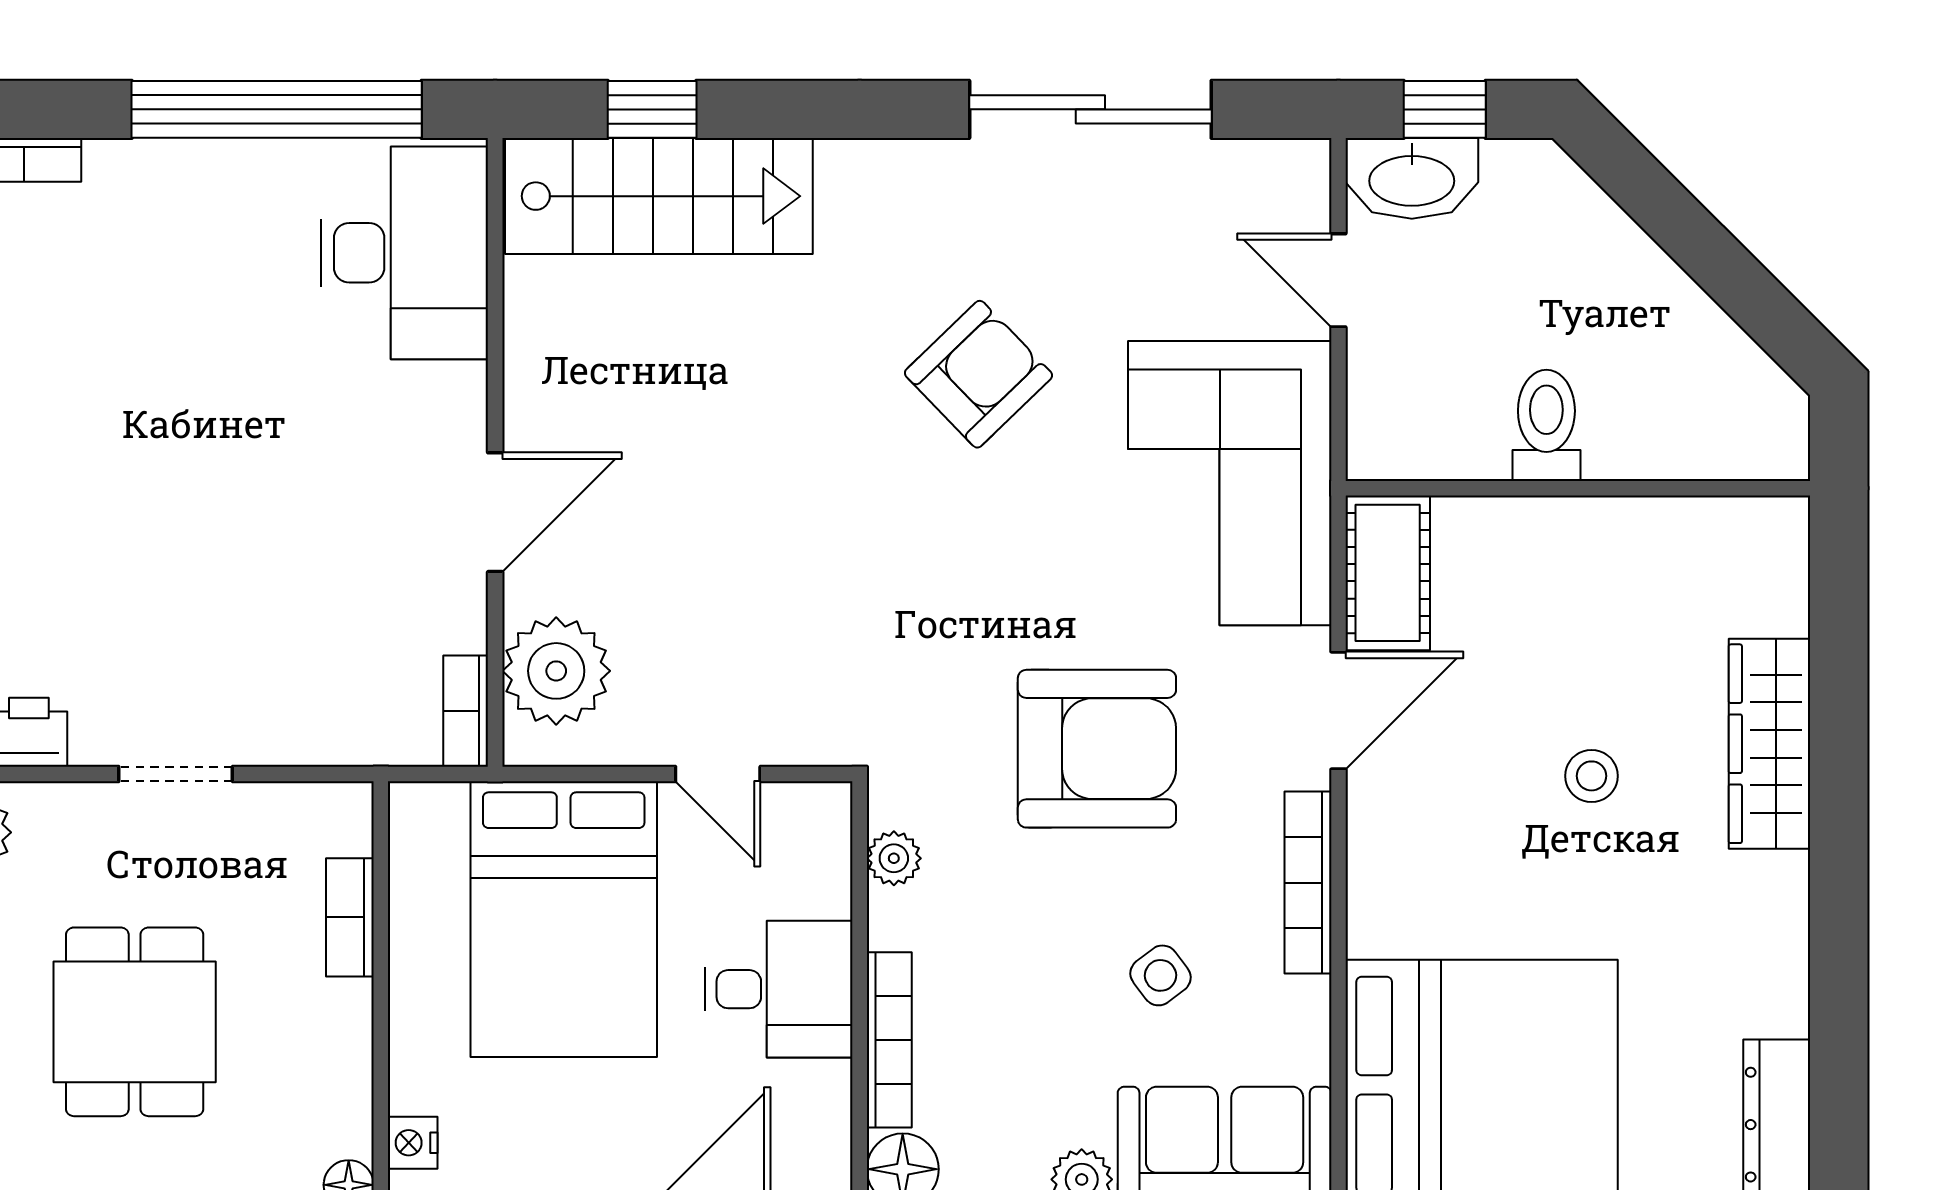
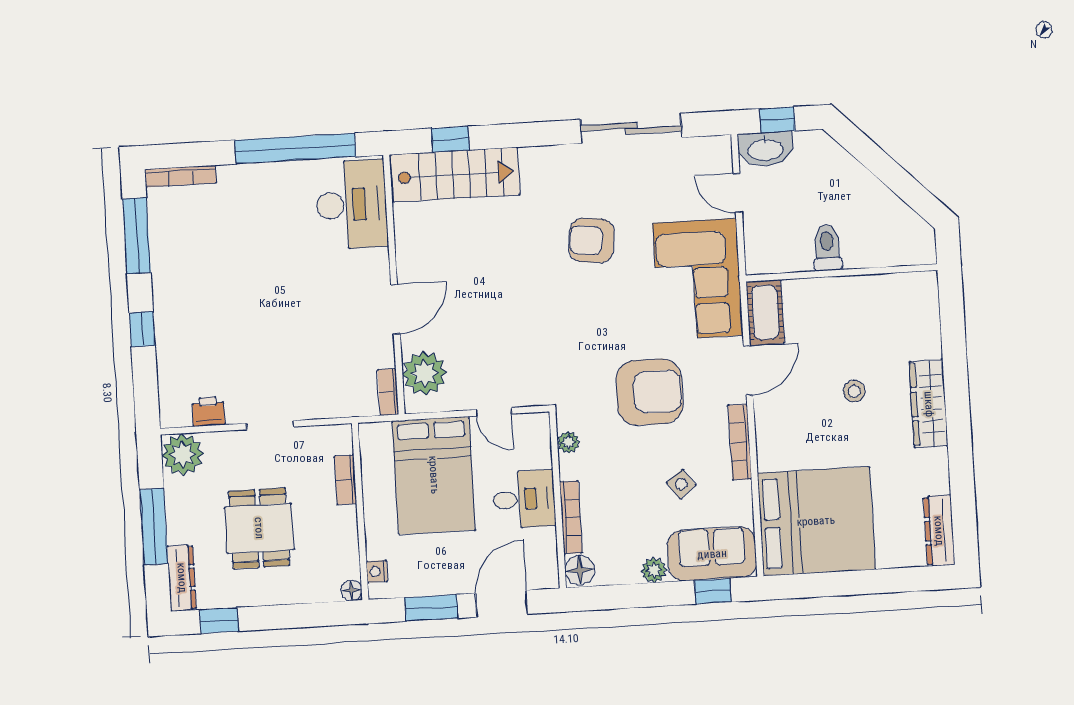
armchair: (978, 374) -> (591, 240), turned -130
wardrobe: (1769, 744) -> (929, 404), moved

